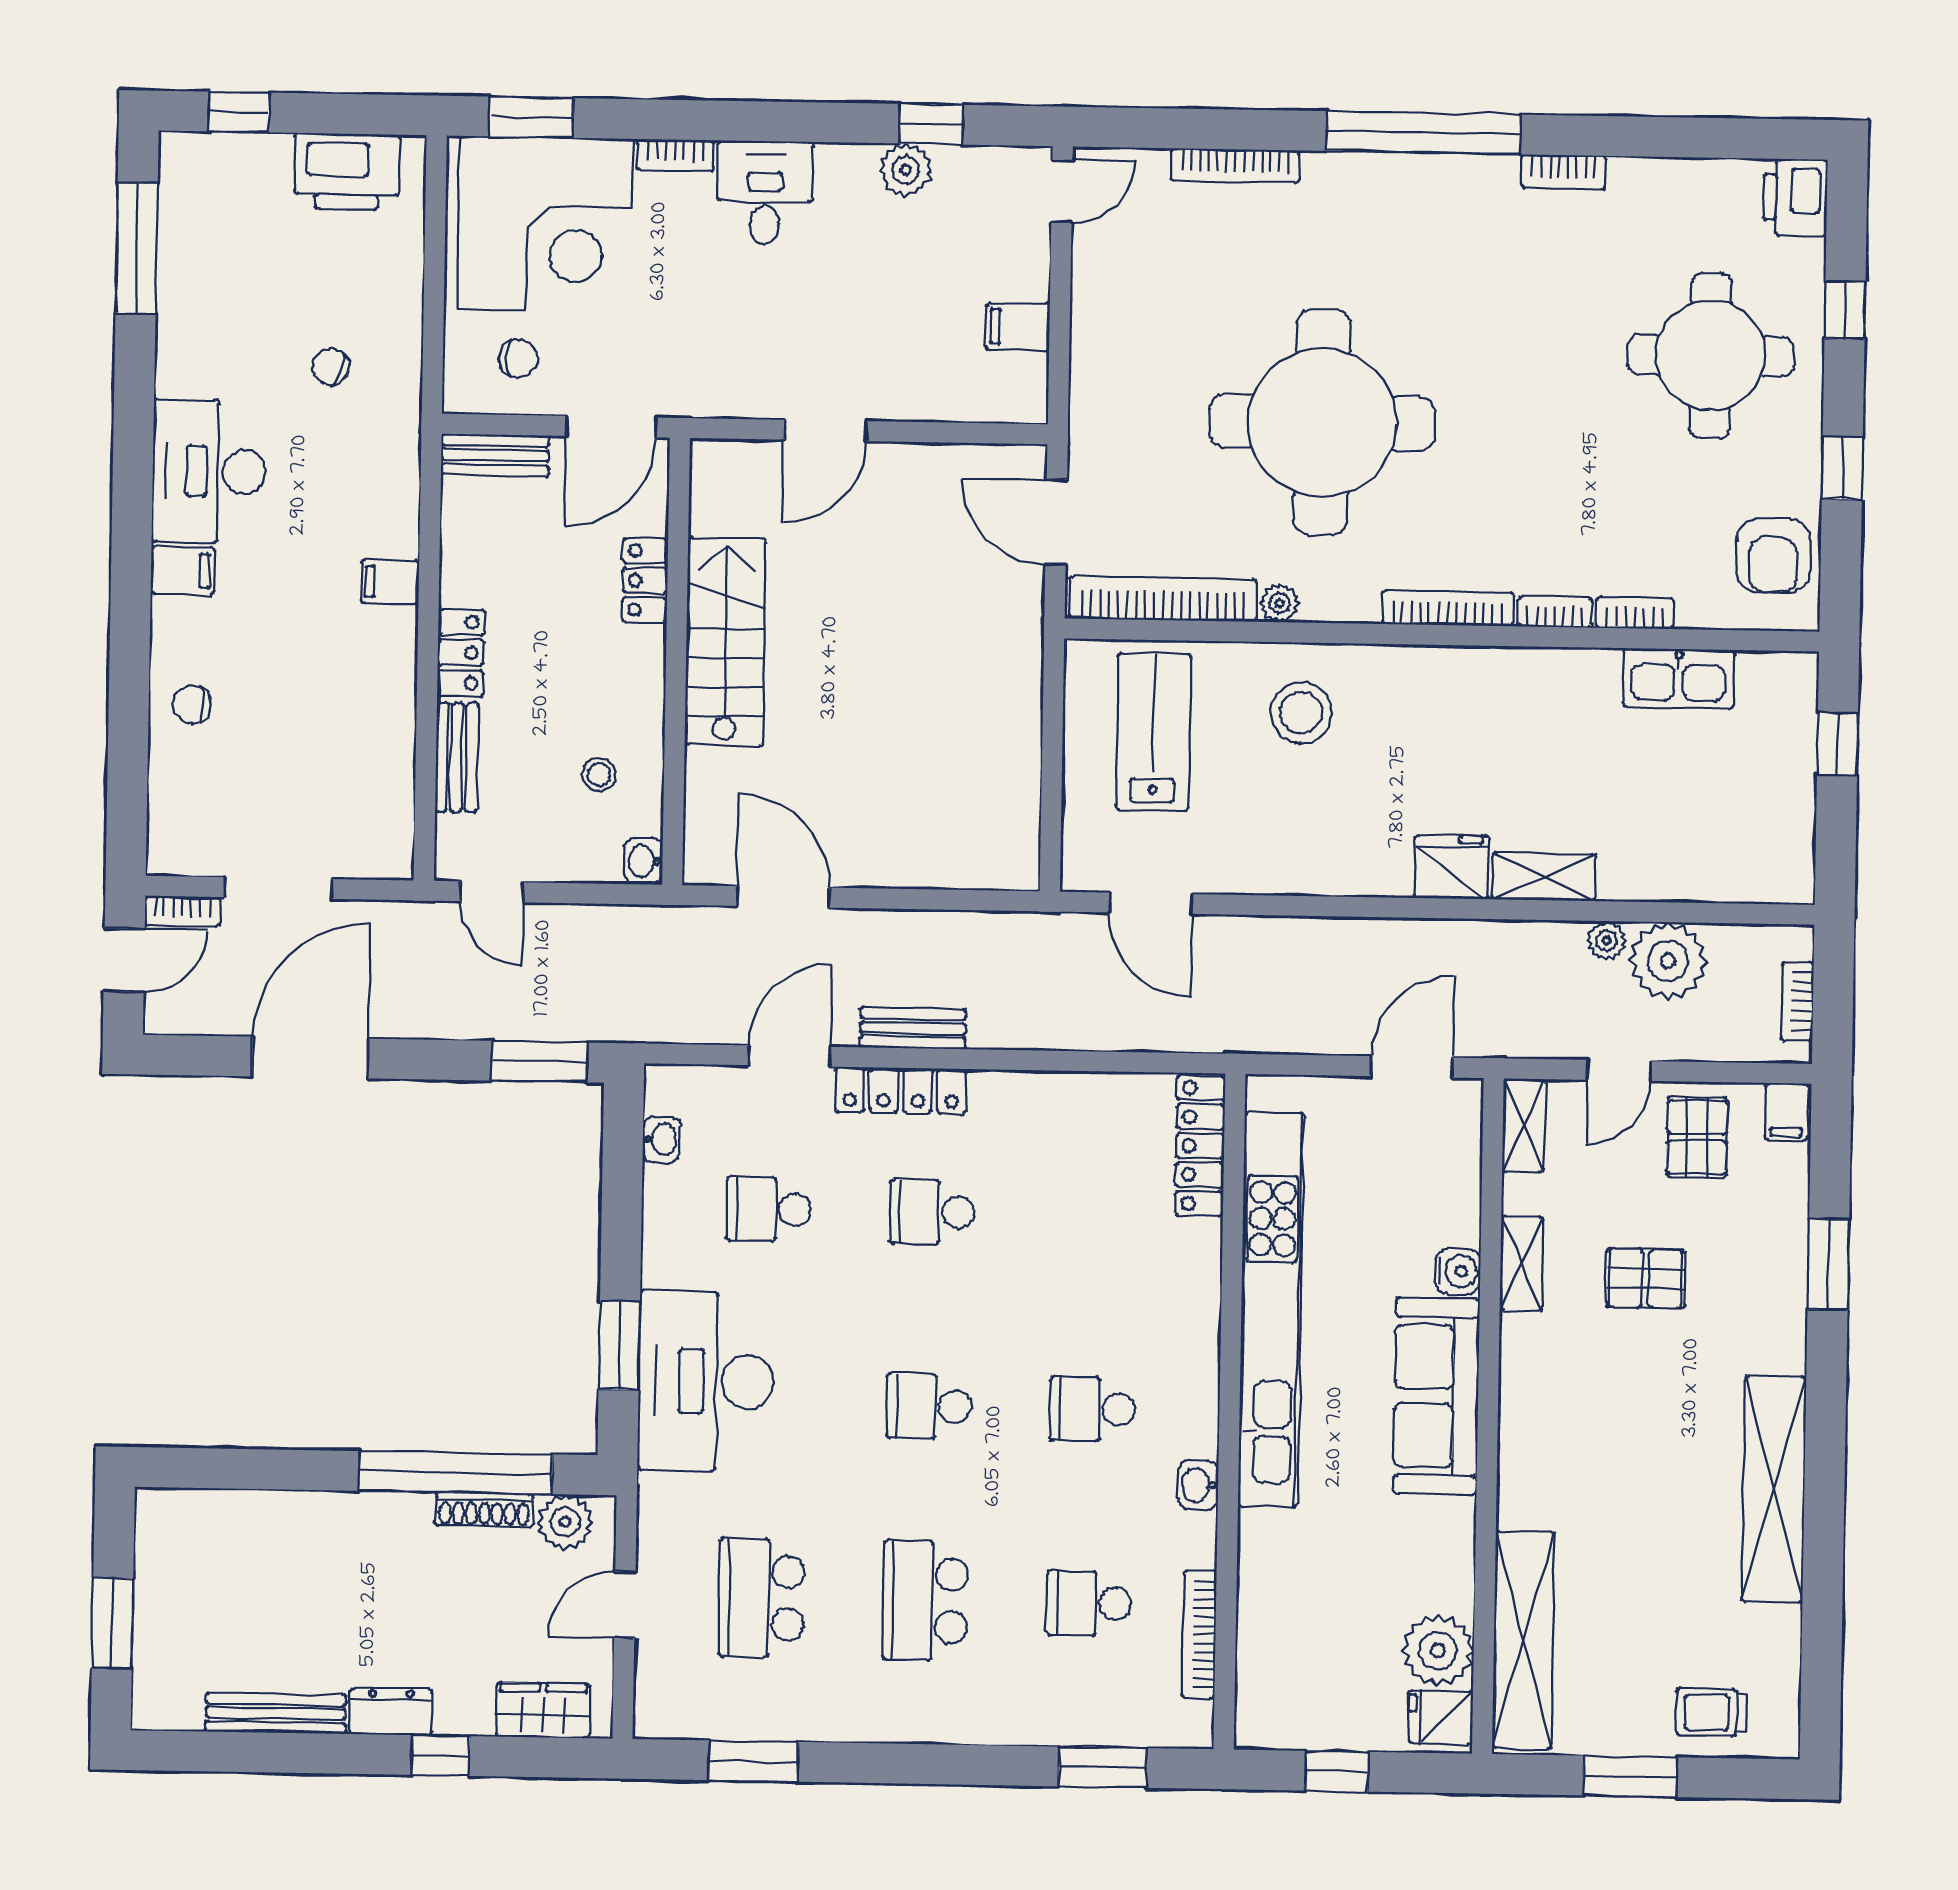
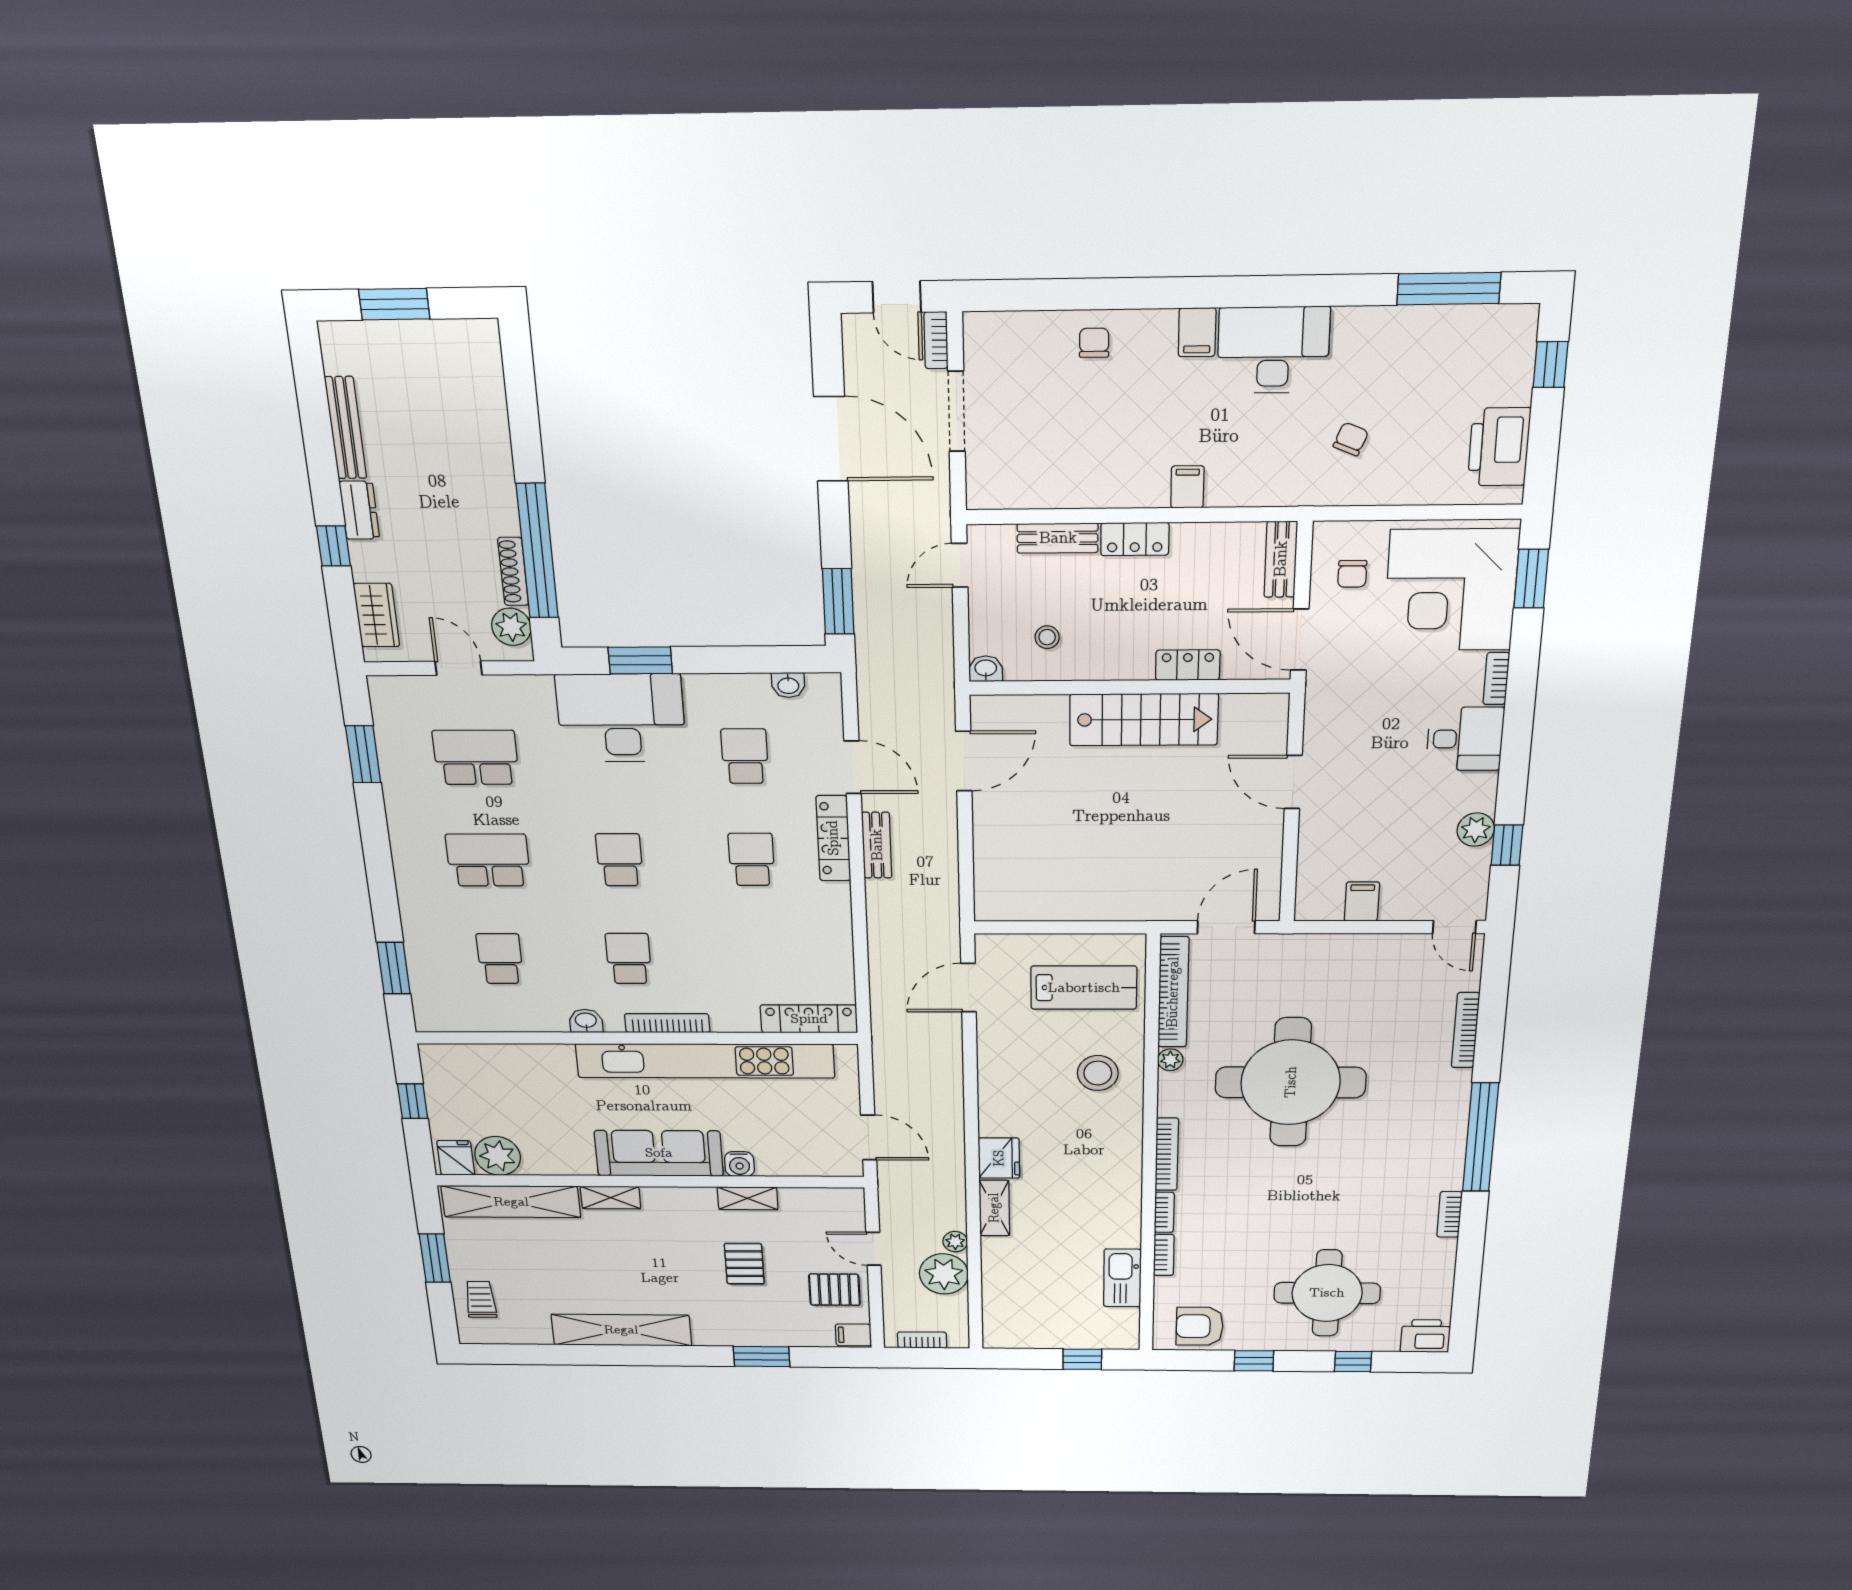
shelving: (1524, 1125) -> (610, 1198), moved
bookcase: (1199, 1634) -> (667, 1023), moved

